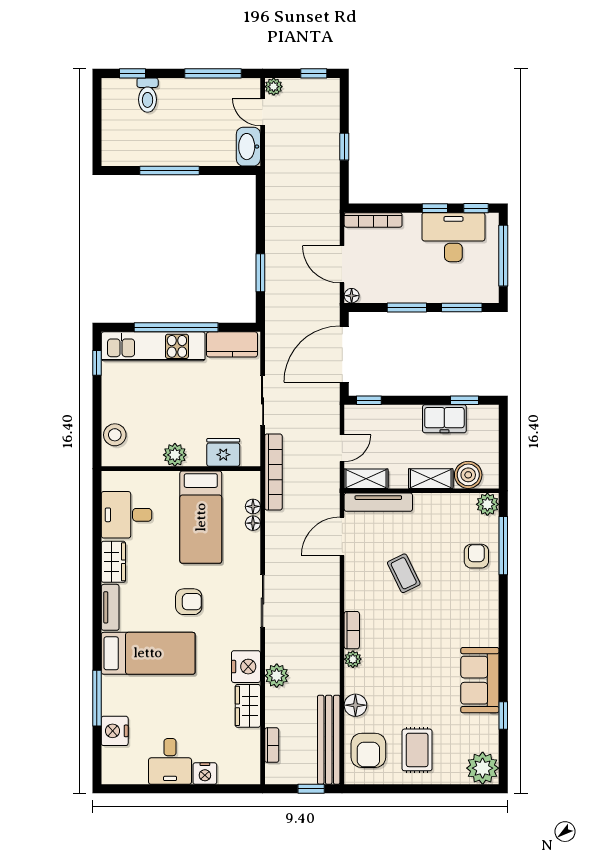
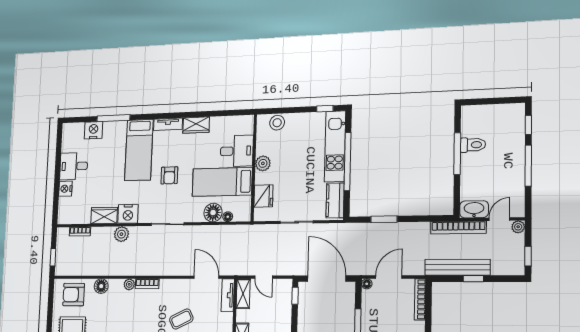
window: (213, 73) -> (528, 166), moved
toilet: (148, 95) -> (473, 145), moved, turned 180
bookcase: (273, 472) -> (458, 227), moved
tv unit: (378, 502) -> (228, 295), width x0.71
desk: (127, 515) -> (237, 151), moved, turned 90
floor lamp: (253, 523) -> (213, 213), width x1.89, depth x1.89
bench: (329, 740) -> (457, 267), moved

